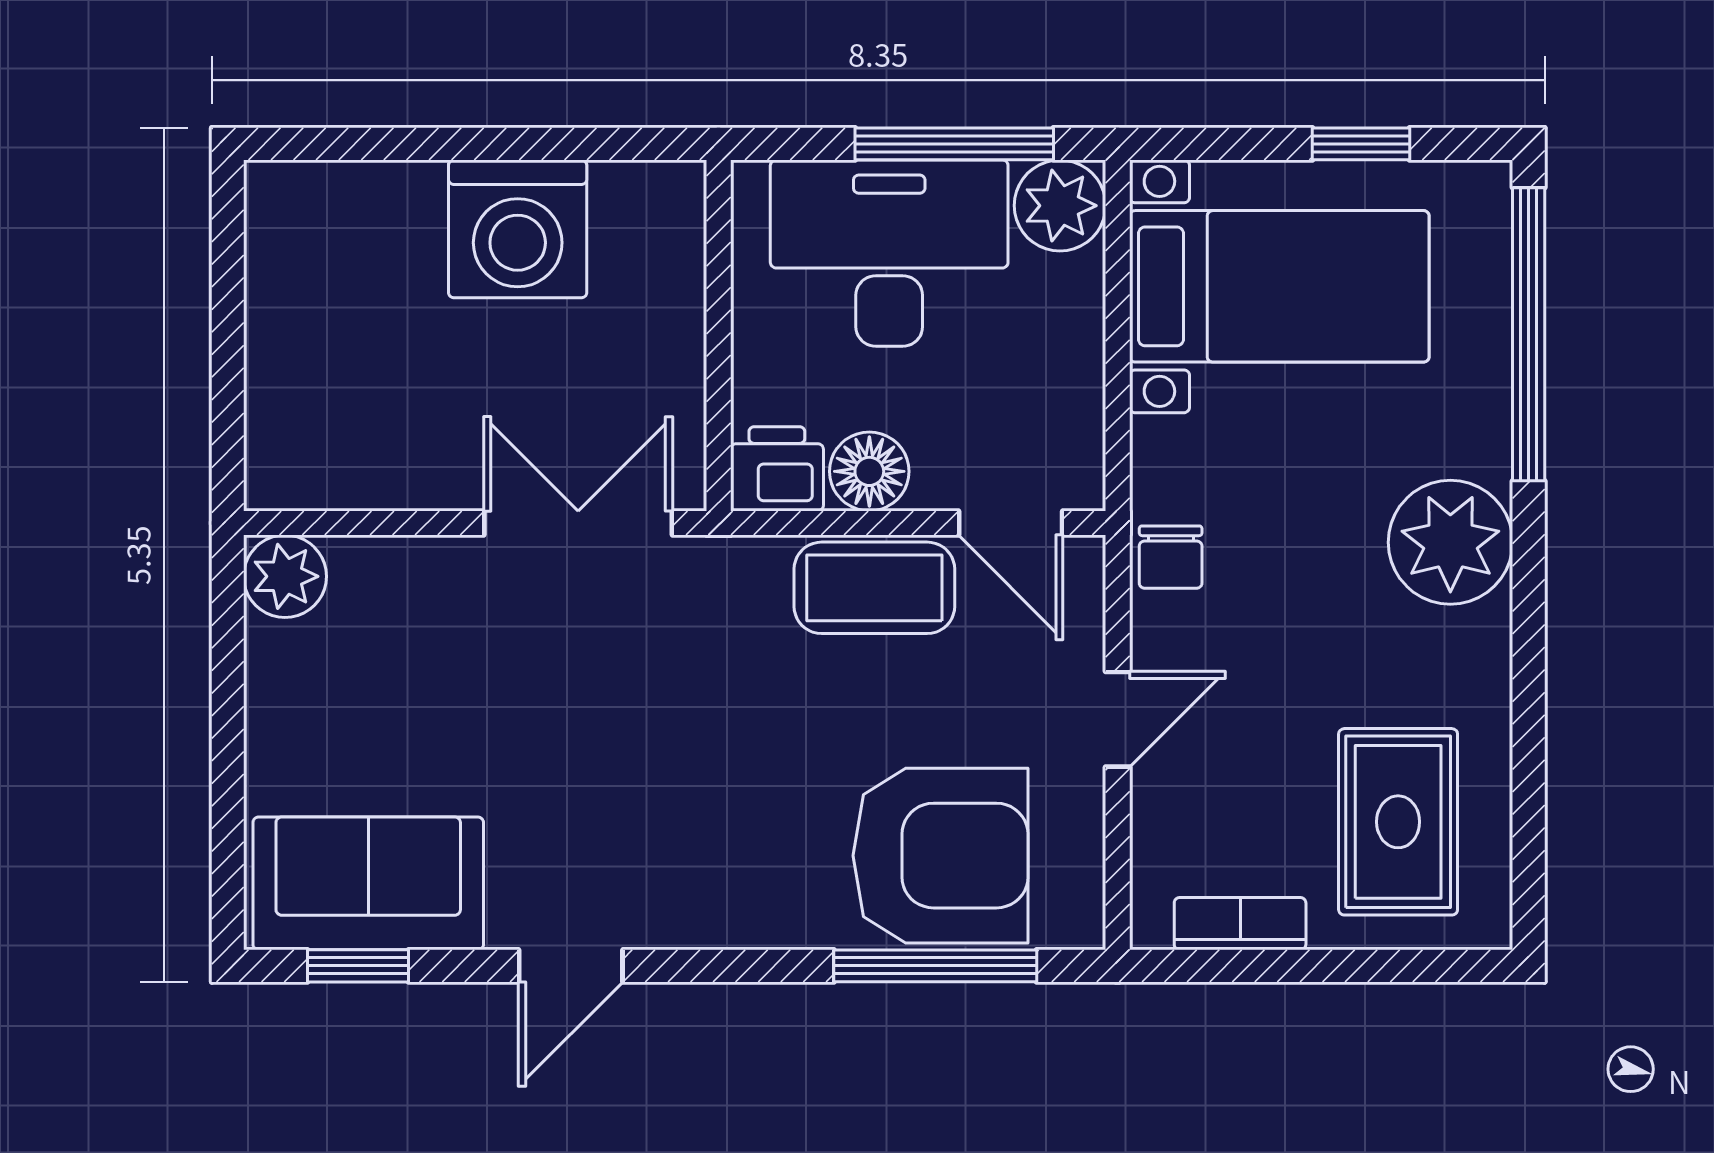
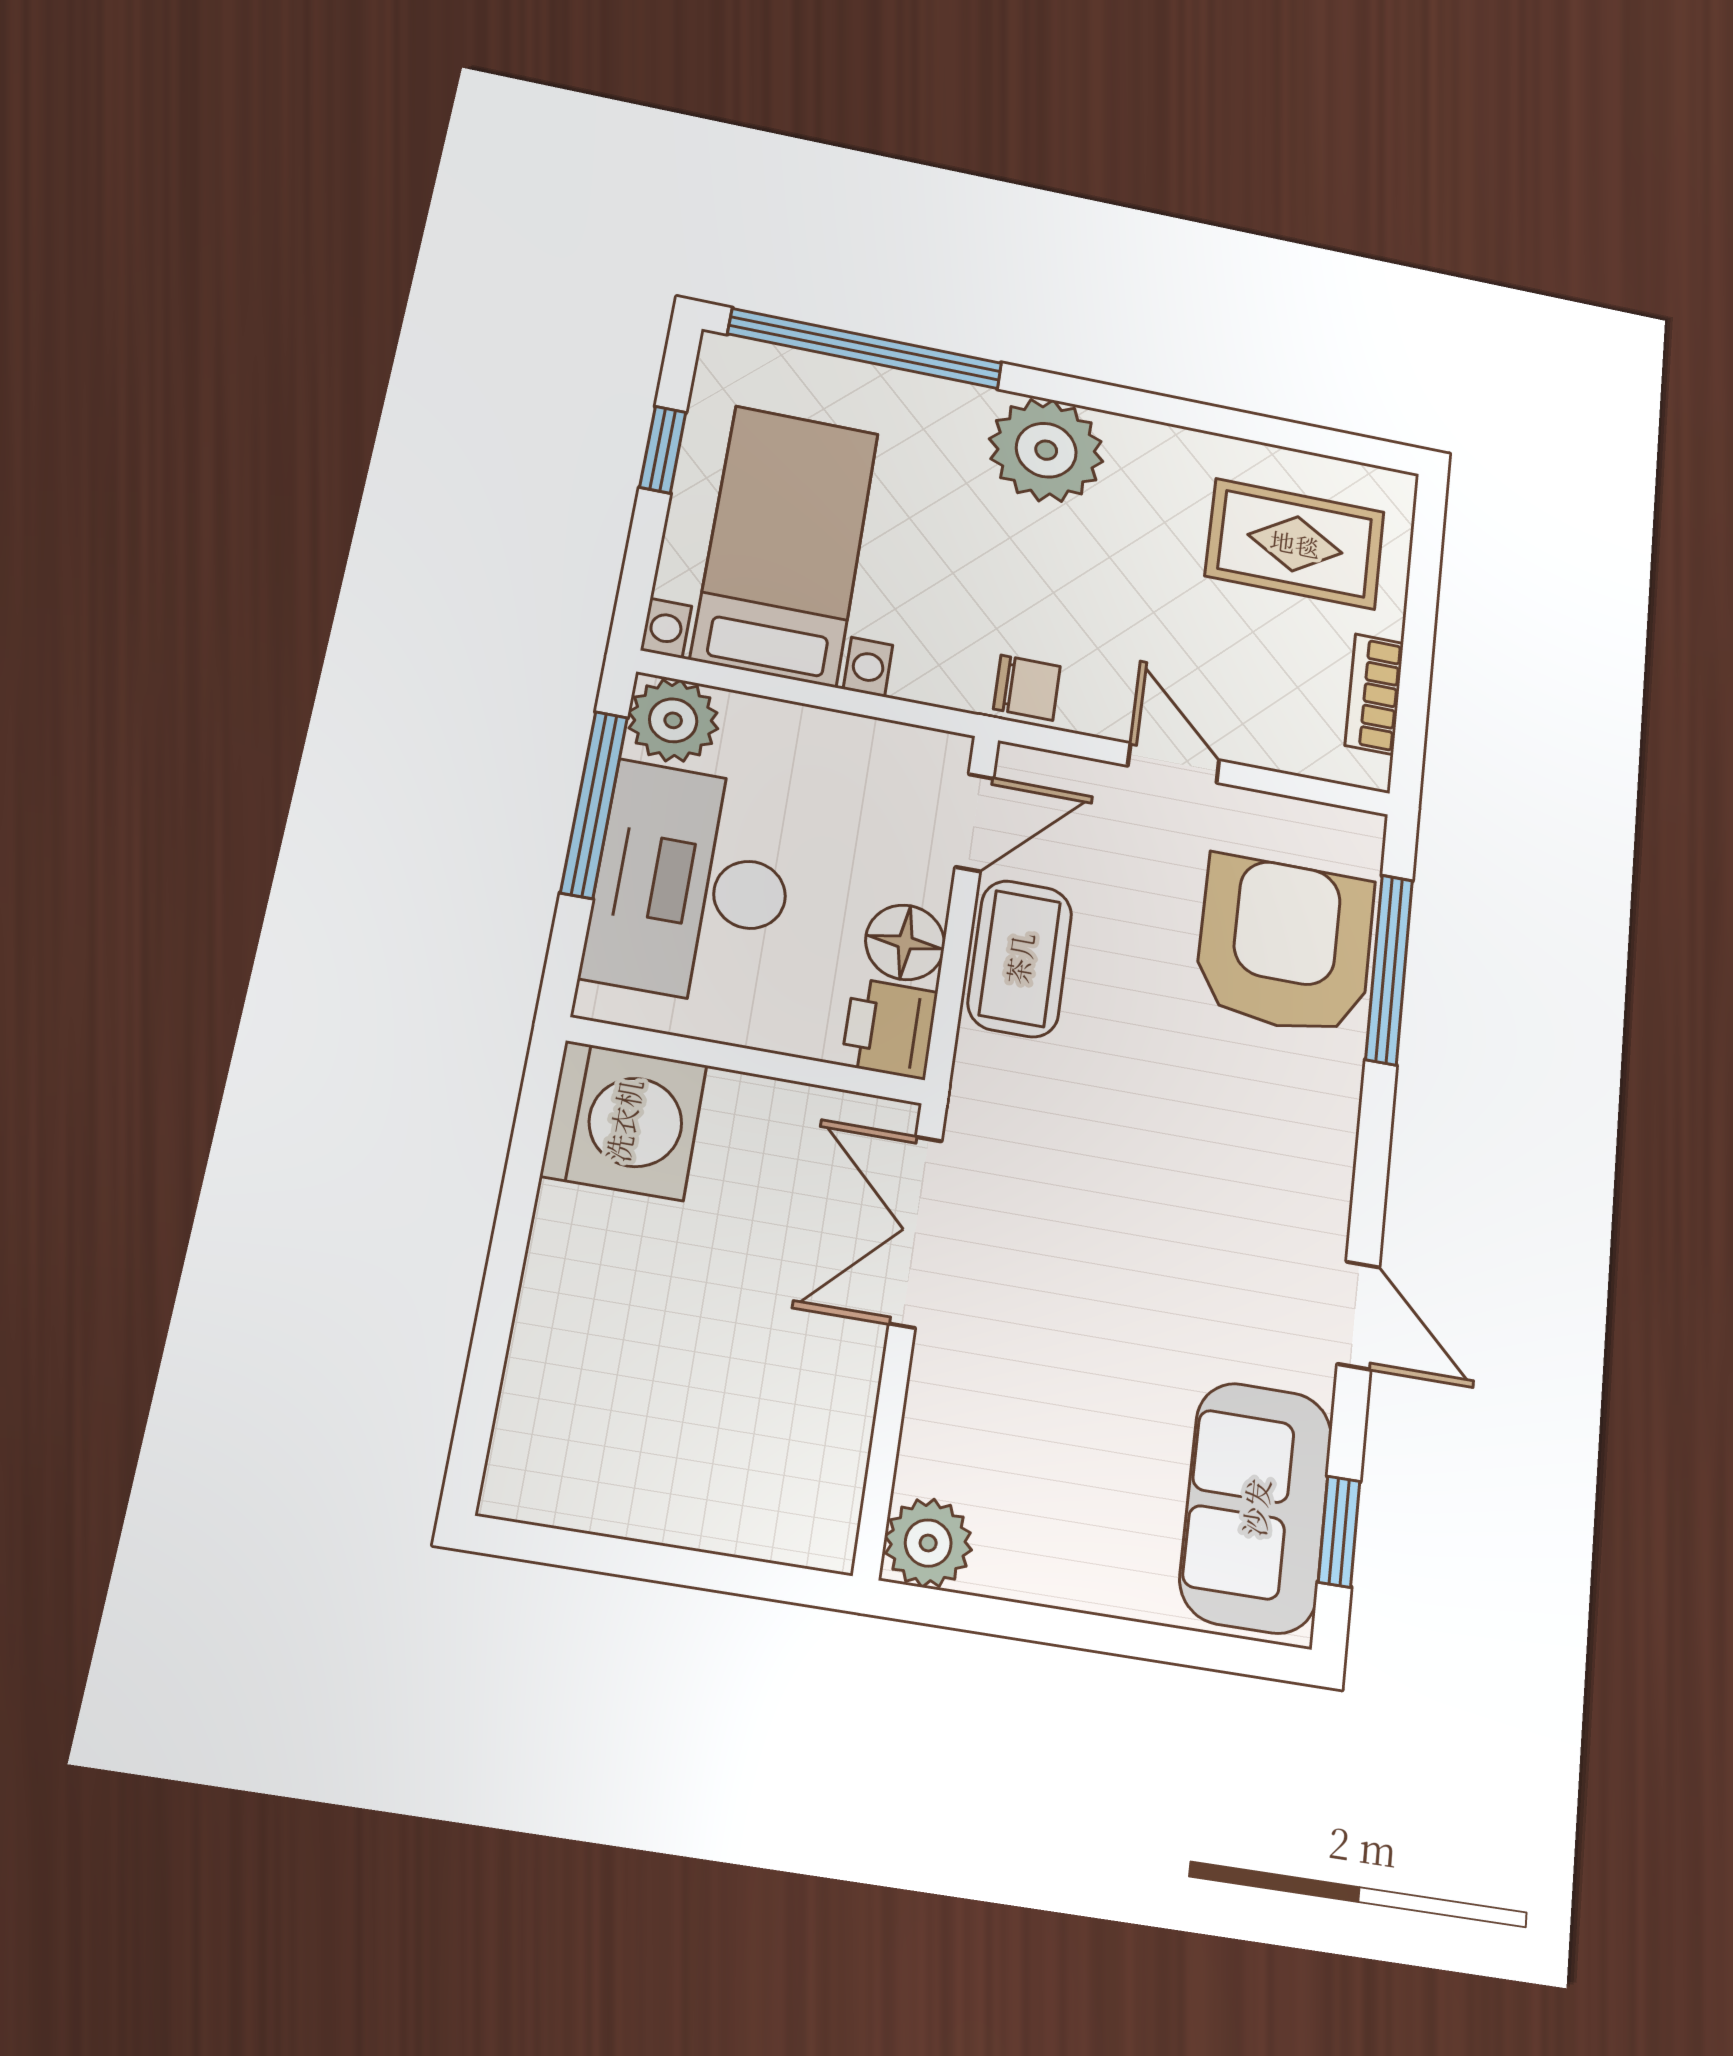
washing machine: (518, 229) -> (624, 1120), moved

